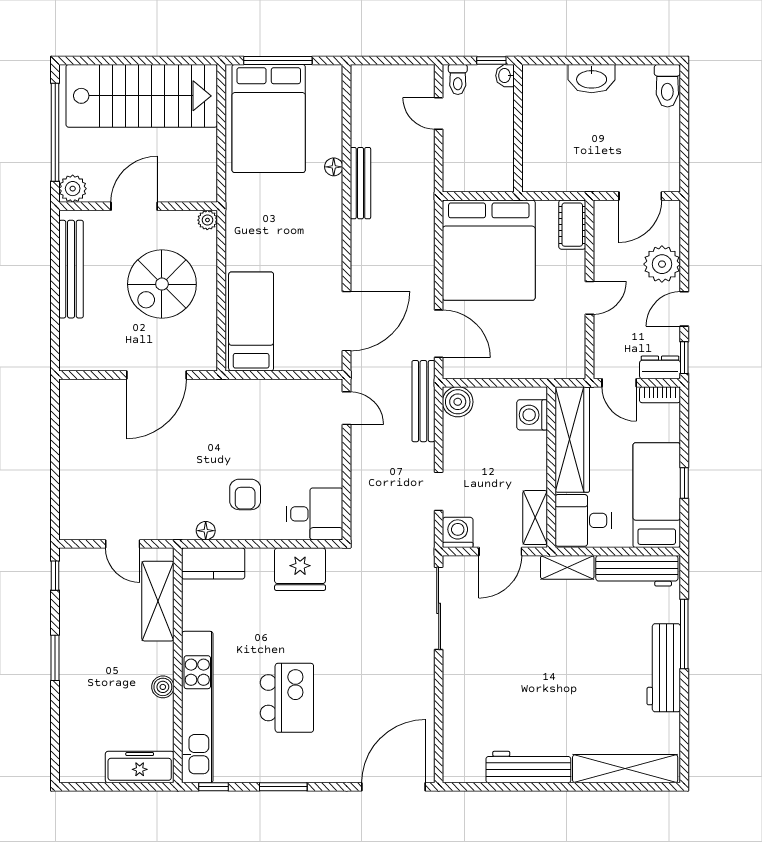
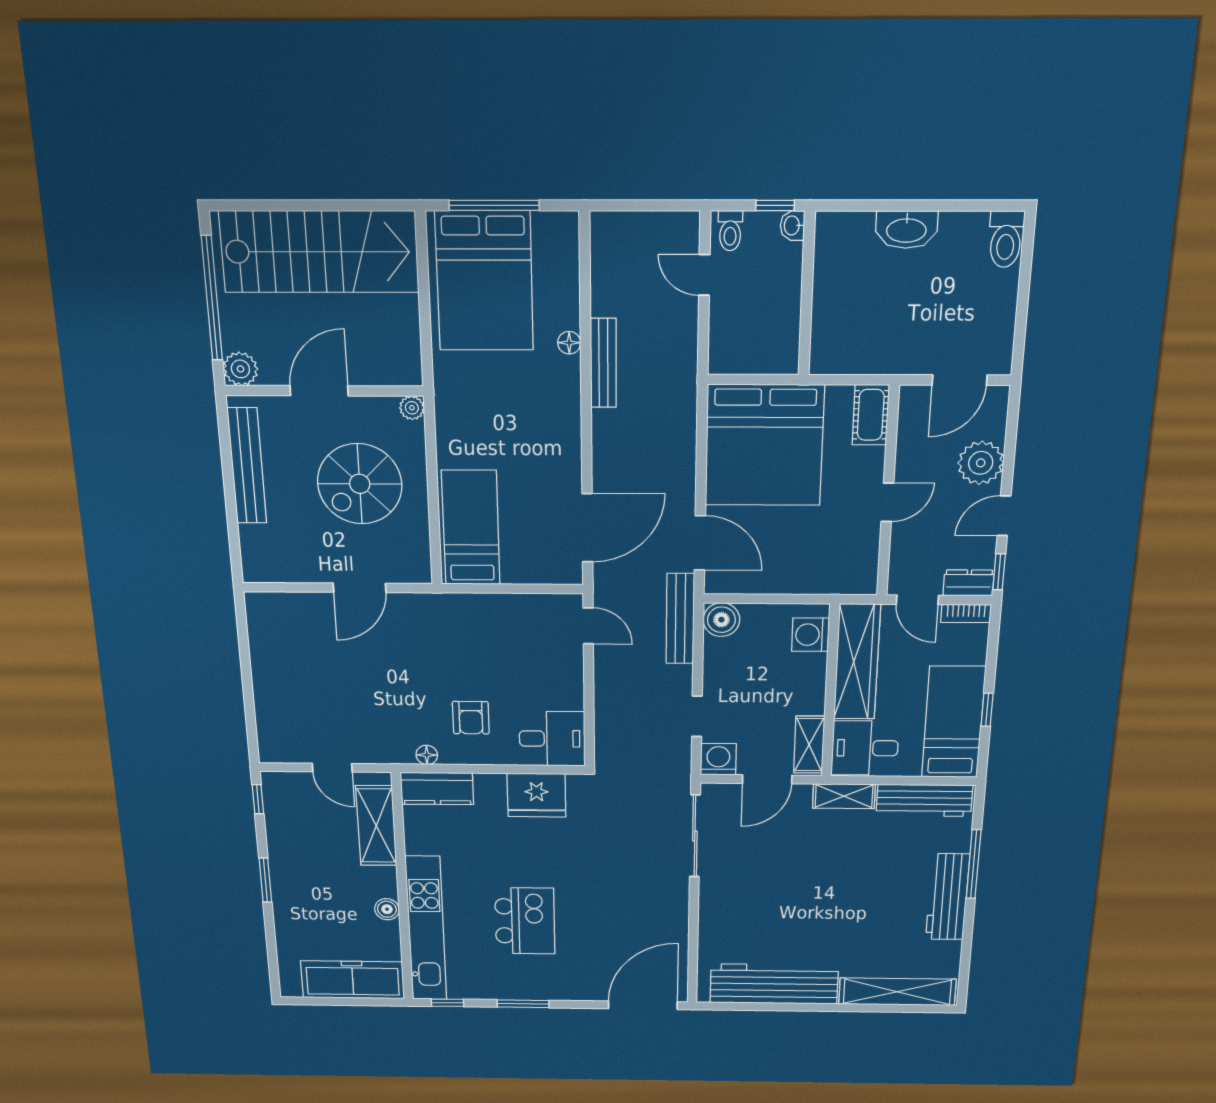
door: (156, 375) -> (360, 588), width x0.73
freezer: (140, 767) -> (353, 980), width x1.36, depth x1.26
workbench: (528, 767) -> (774, 984), width x1.36, depth x1.32

